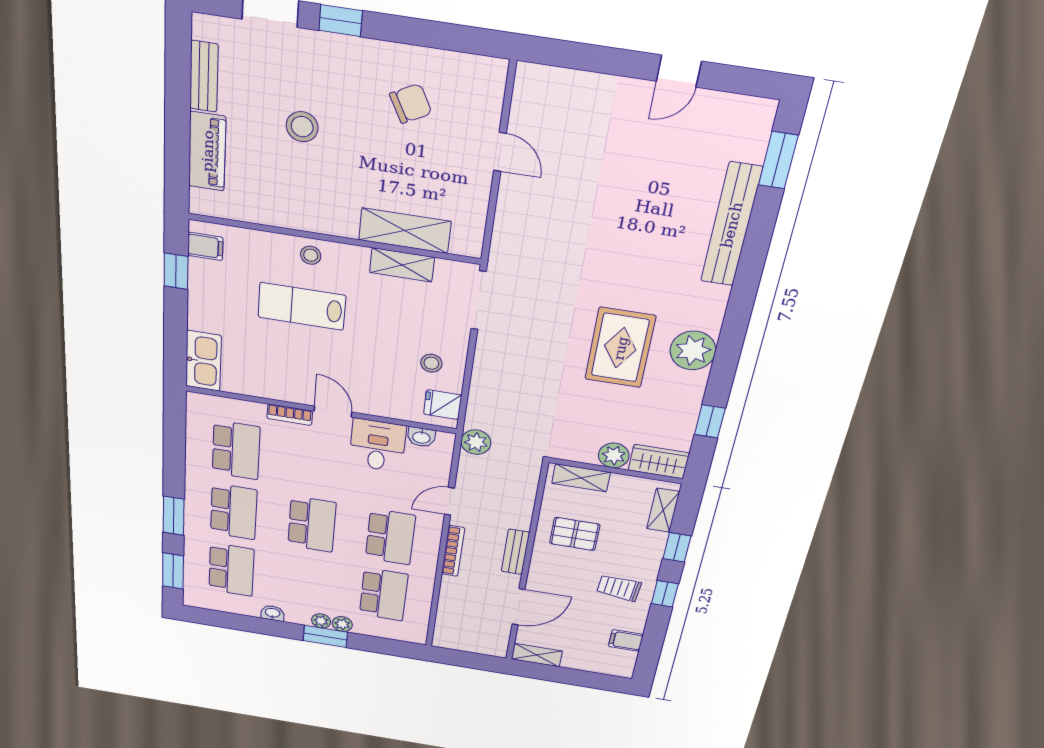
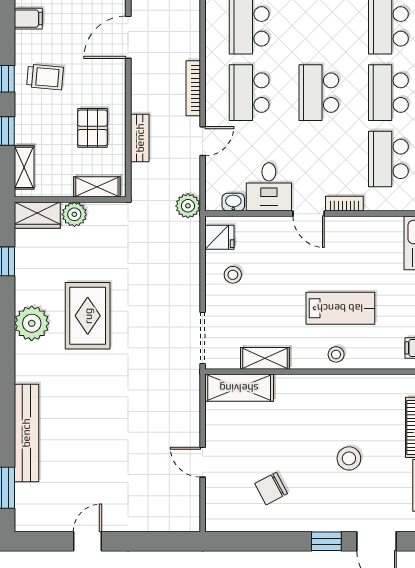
shelving: (405, 231) -> (239, 388), moved
pallet: (575, 534) -> (92, 128), turned 90
bench: (515, 552) -> (140, 138), moved

